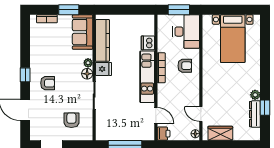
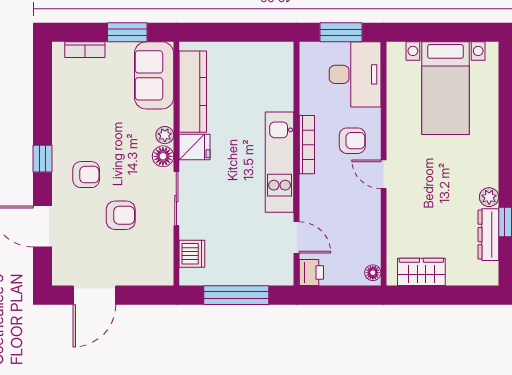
dishwasher: (148, 43) -> (192, 254), moved, turned 180
door: (201, 114) -> (384, 174), moved
armchair: (71, 120) -> (121, 215), moved, turned 90

